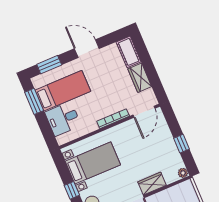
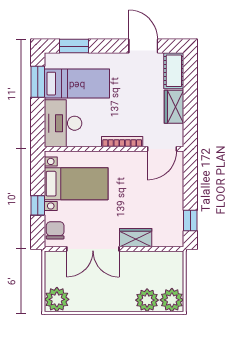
door: (87, 49) -> (143, 46), moved
desk: (63, 119) -> (63, 123), width x1.37
window: (181, 144) -> (190, 220), moved
plant: (183, 173) -> (177, 241), removed

